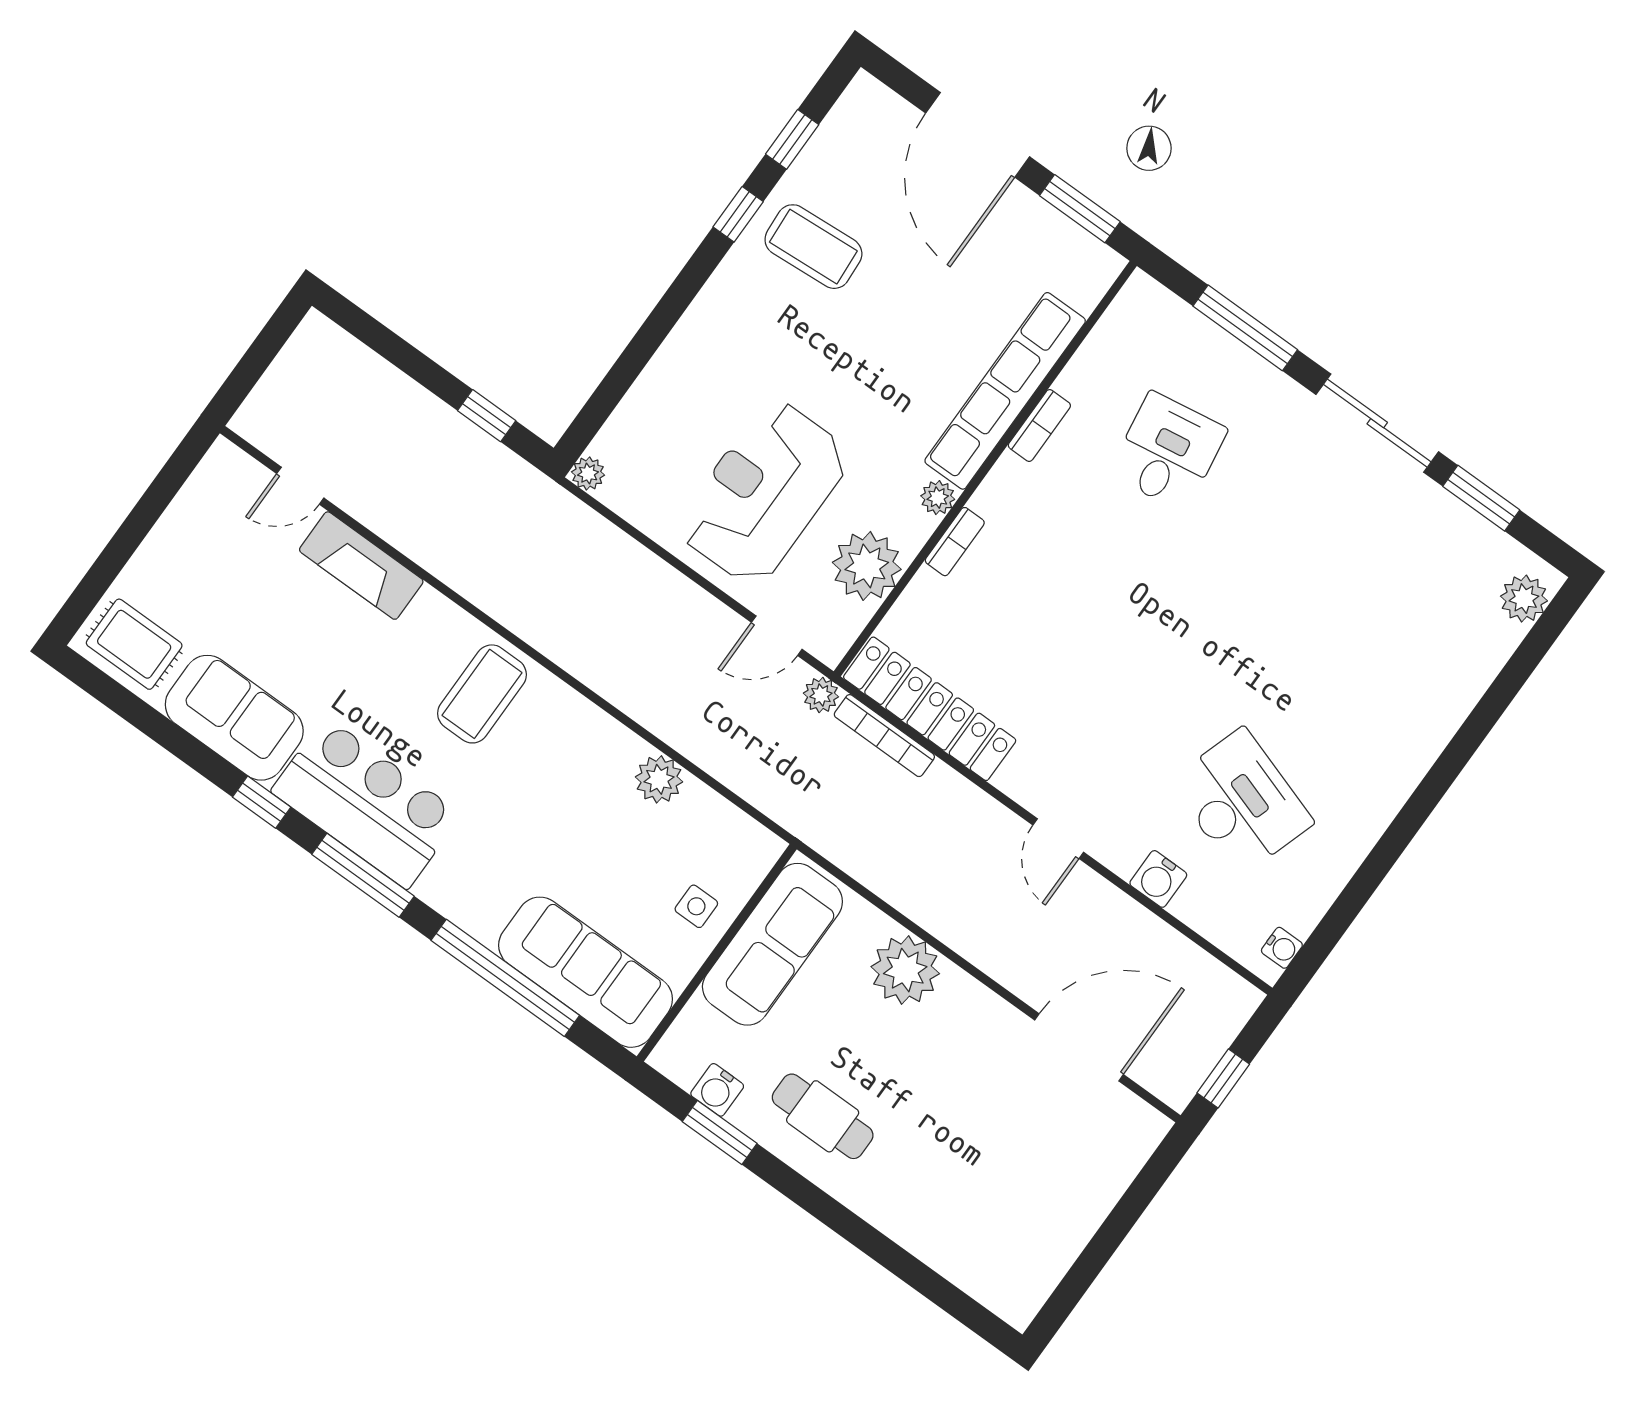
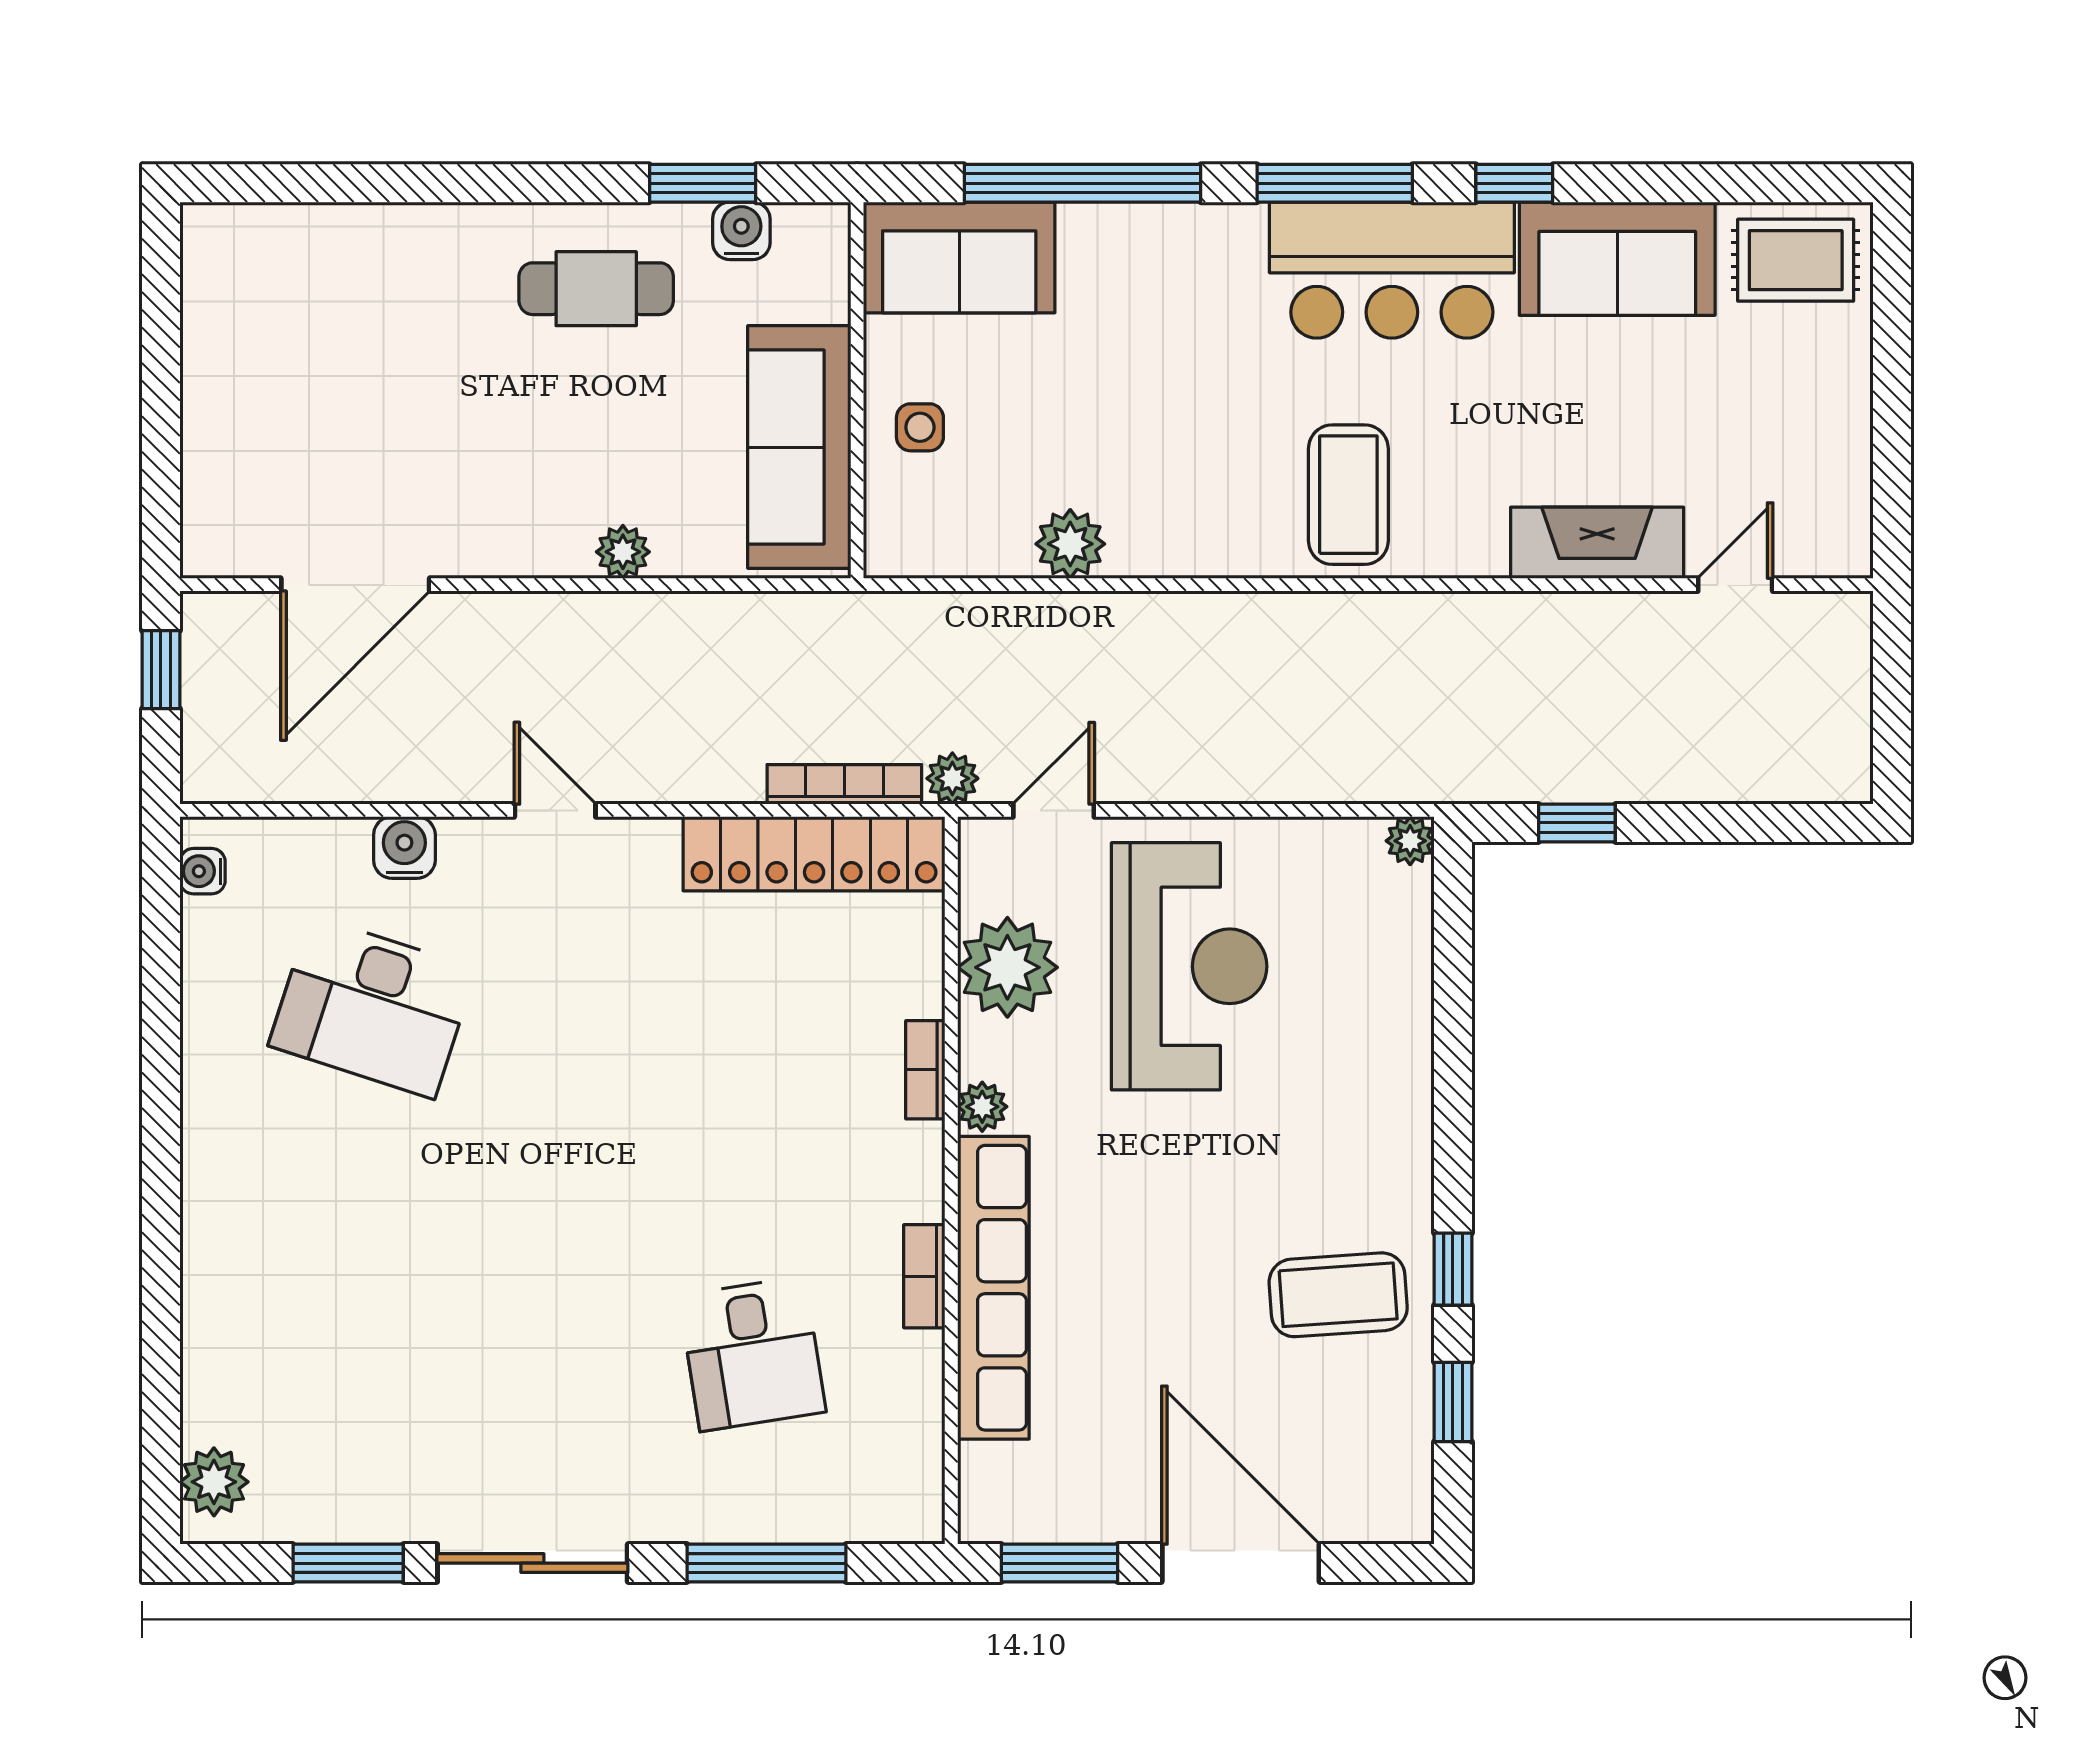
plant: (905, 970) -> (623, 552), width x0.53, depth x0.53
sofa: (586, 972) -> (959, 257), width x0.73

